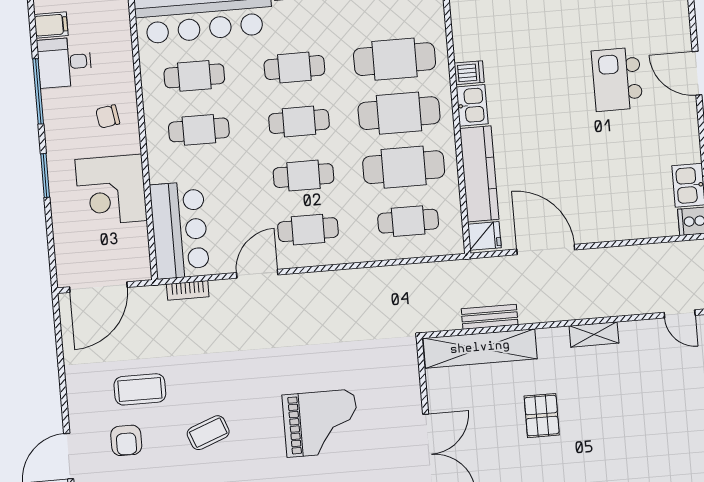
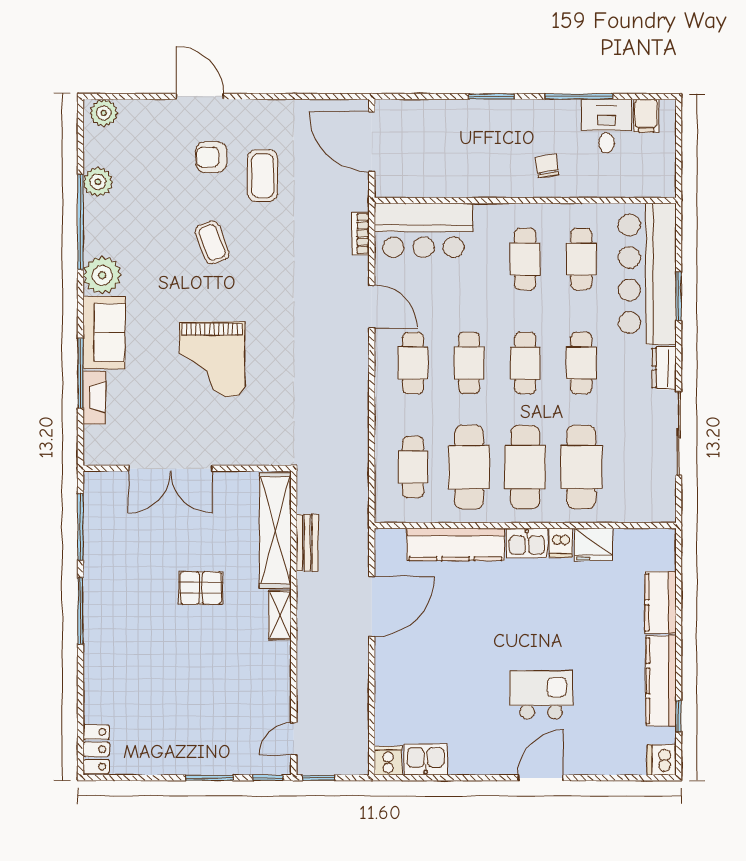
corner desk: (111, 190) -> (471, 163), removed
fridge: (484, 236) -> (593, 544), moved, width x1.38
shelving: (594, 334) -> (280, 615), moved

